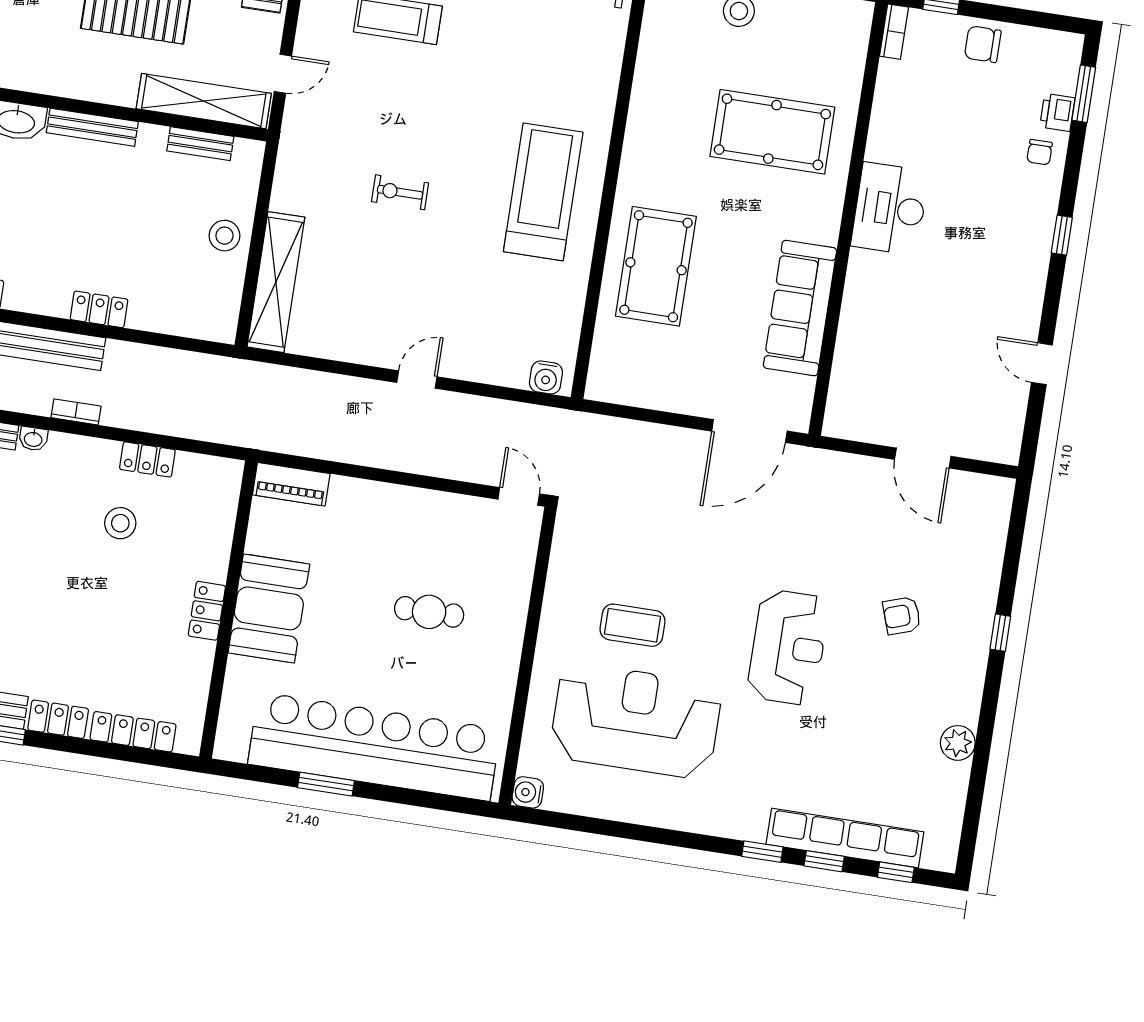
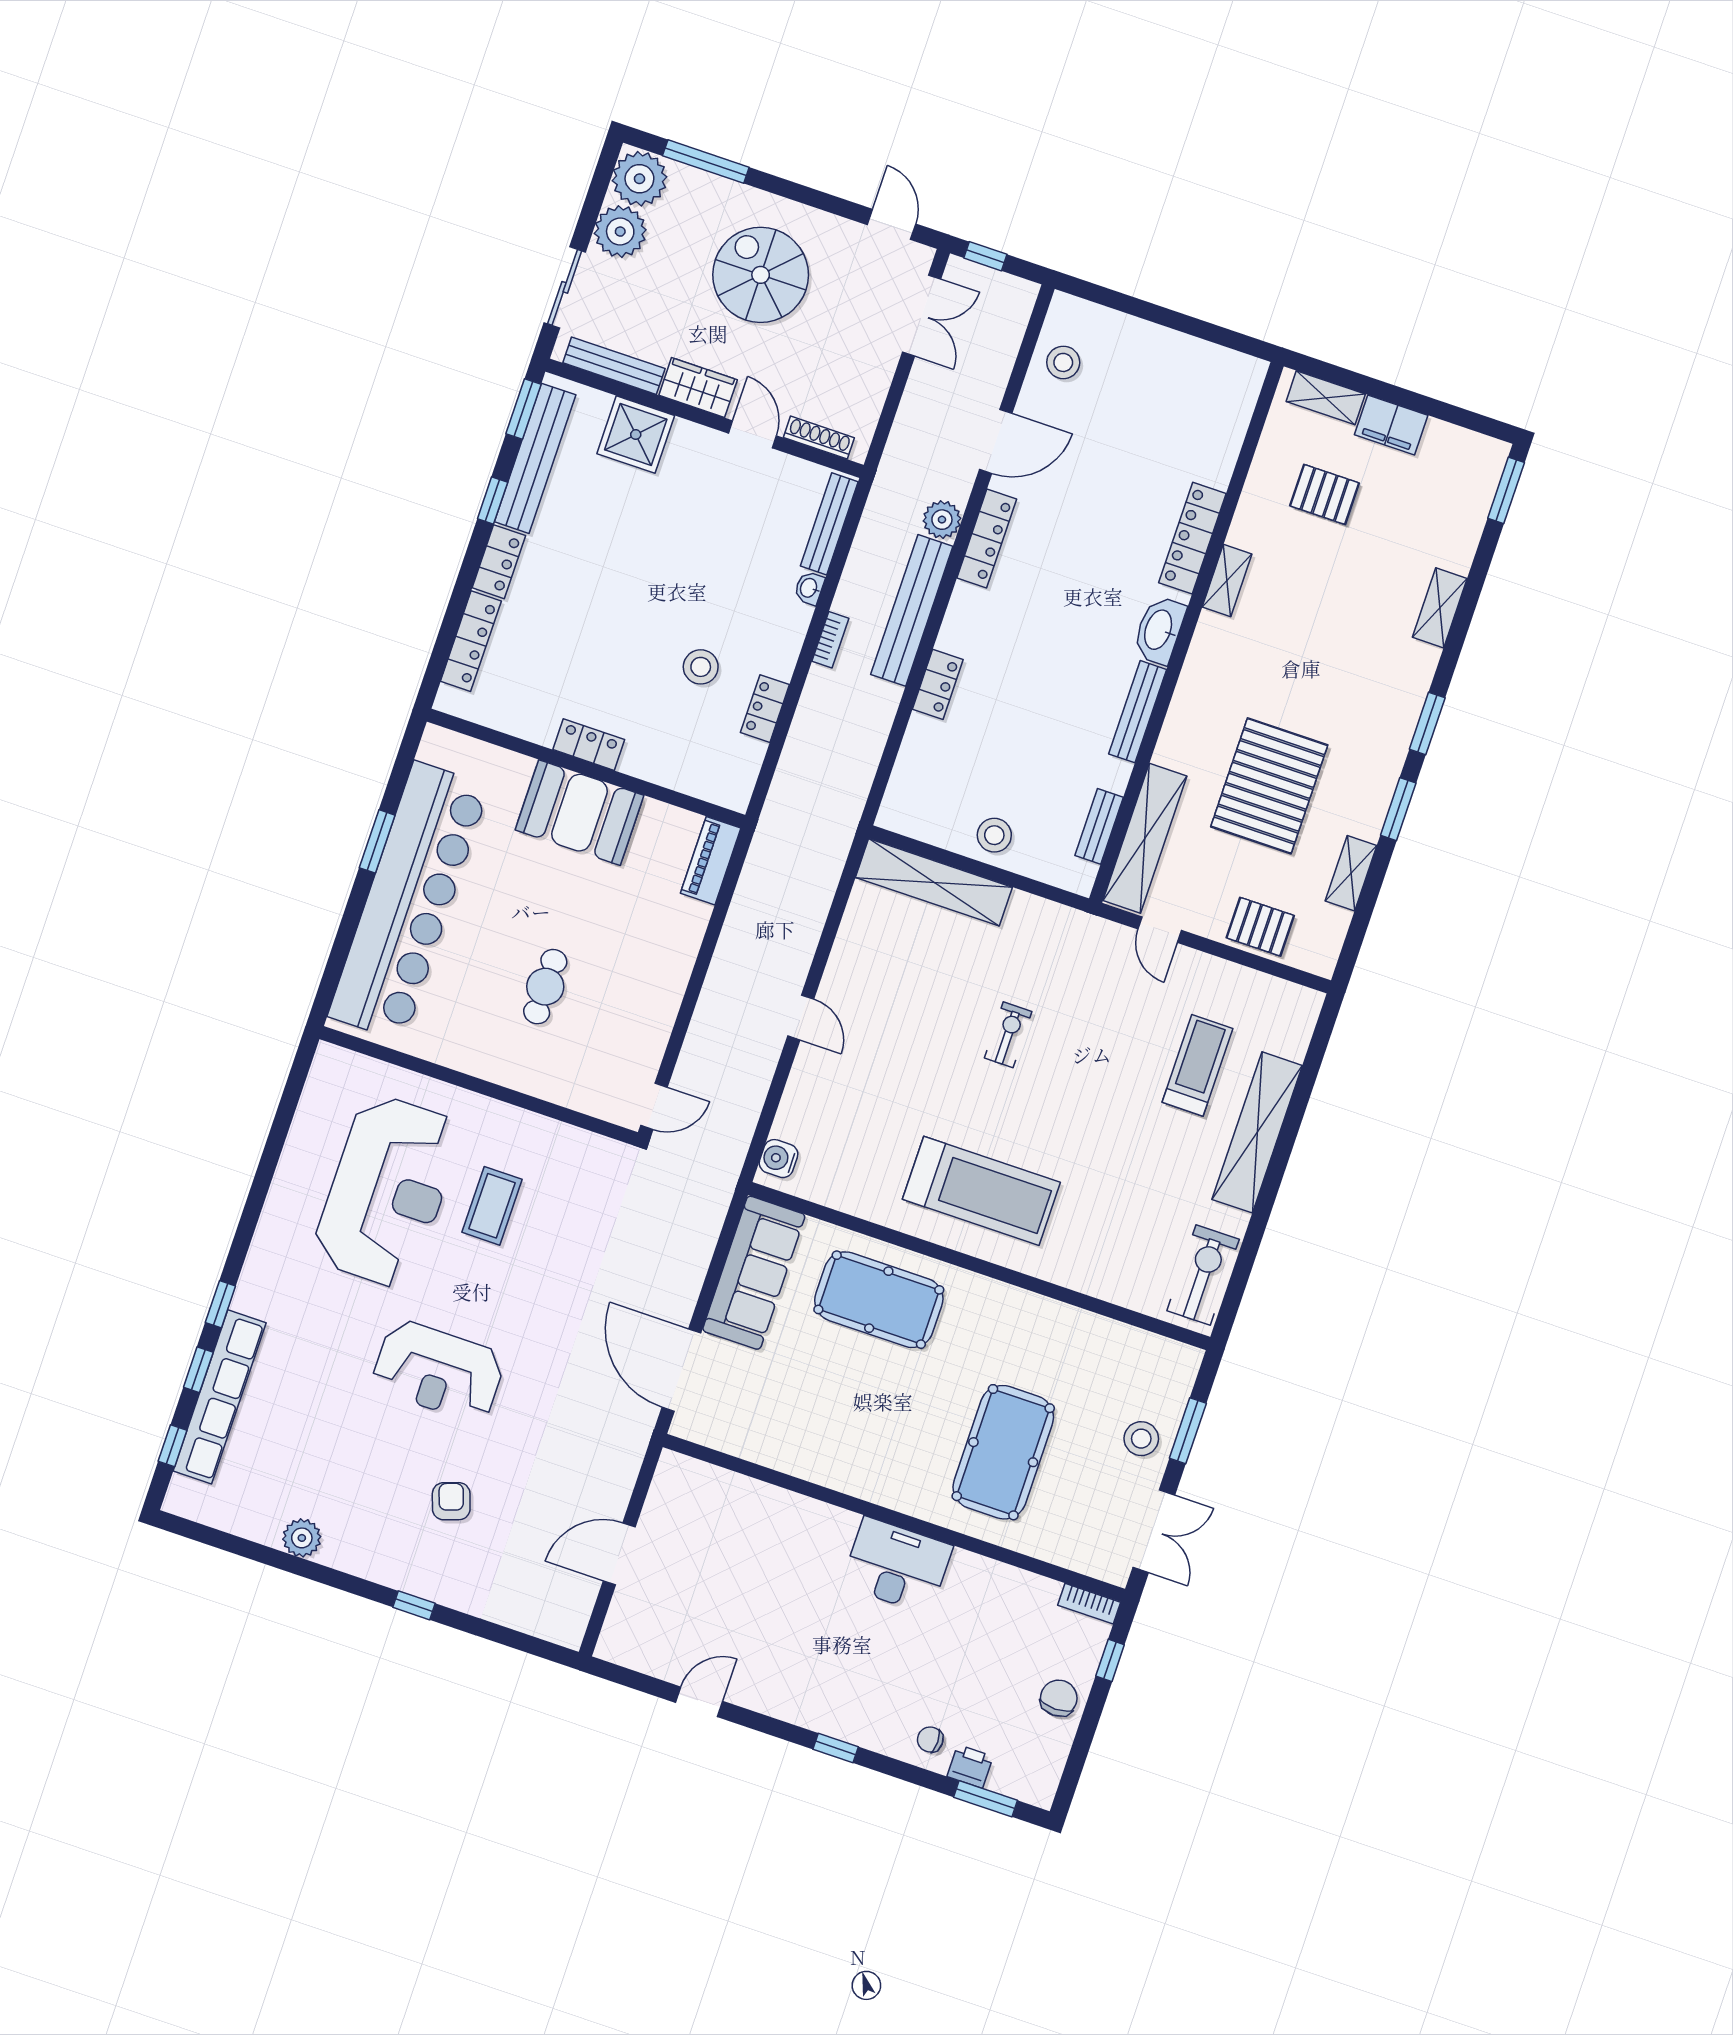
sofa: (800, 308) -> (754, 1273), moved, turned 90
water cooler: (528, 792) -> (330, 1060), removed

